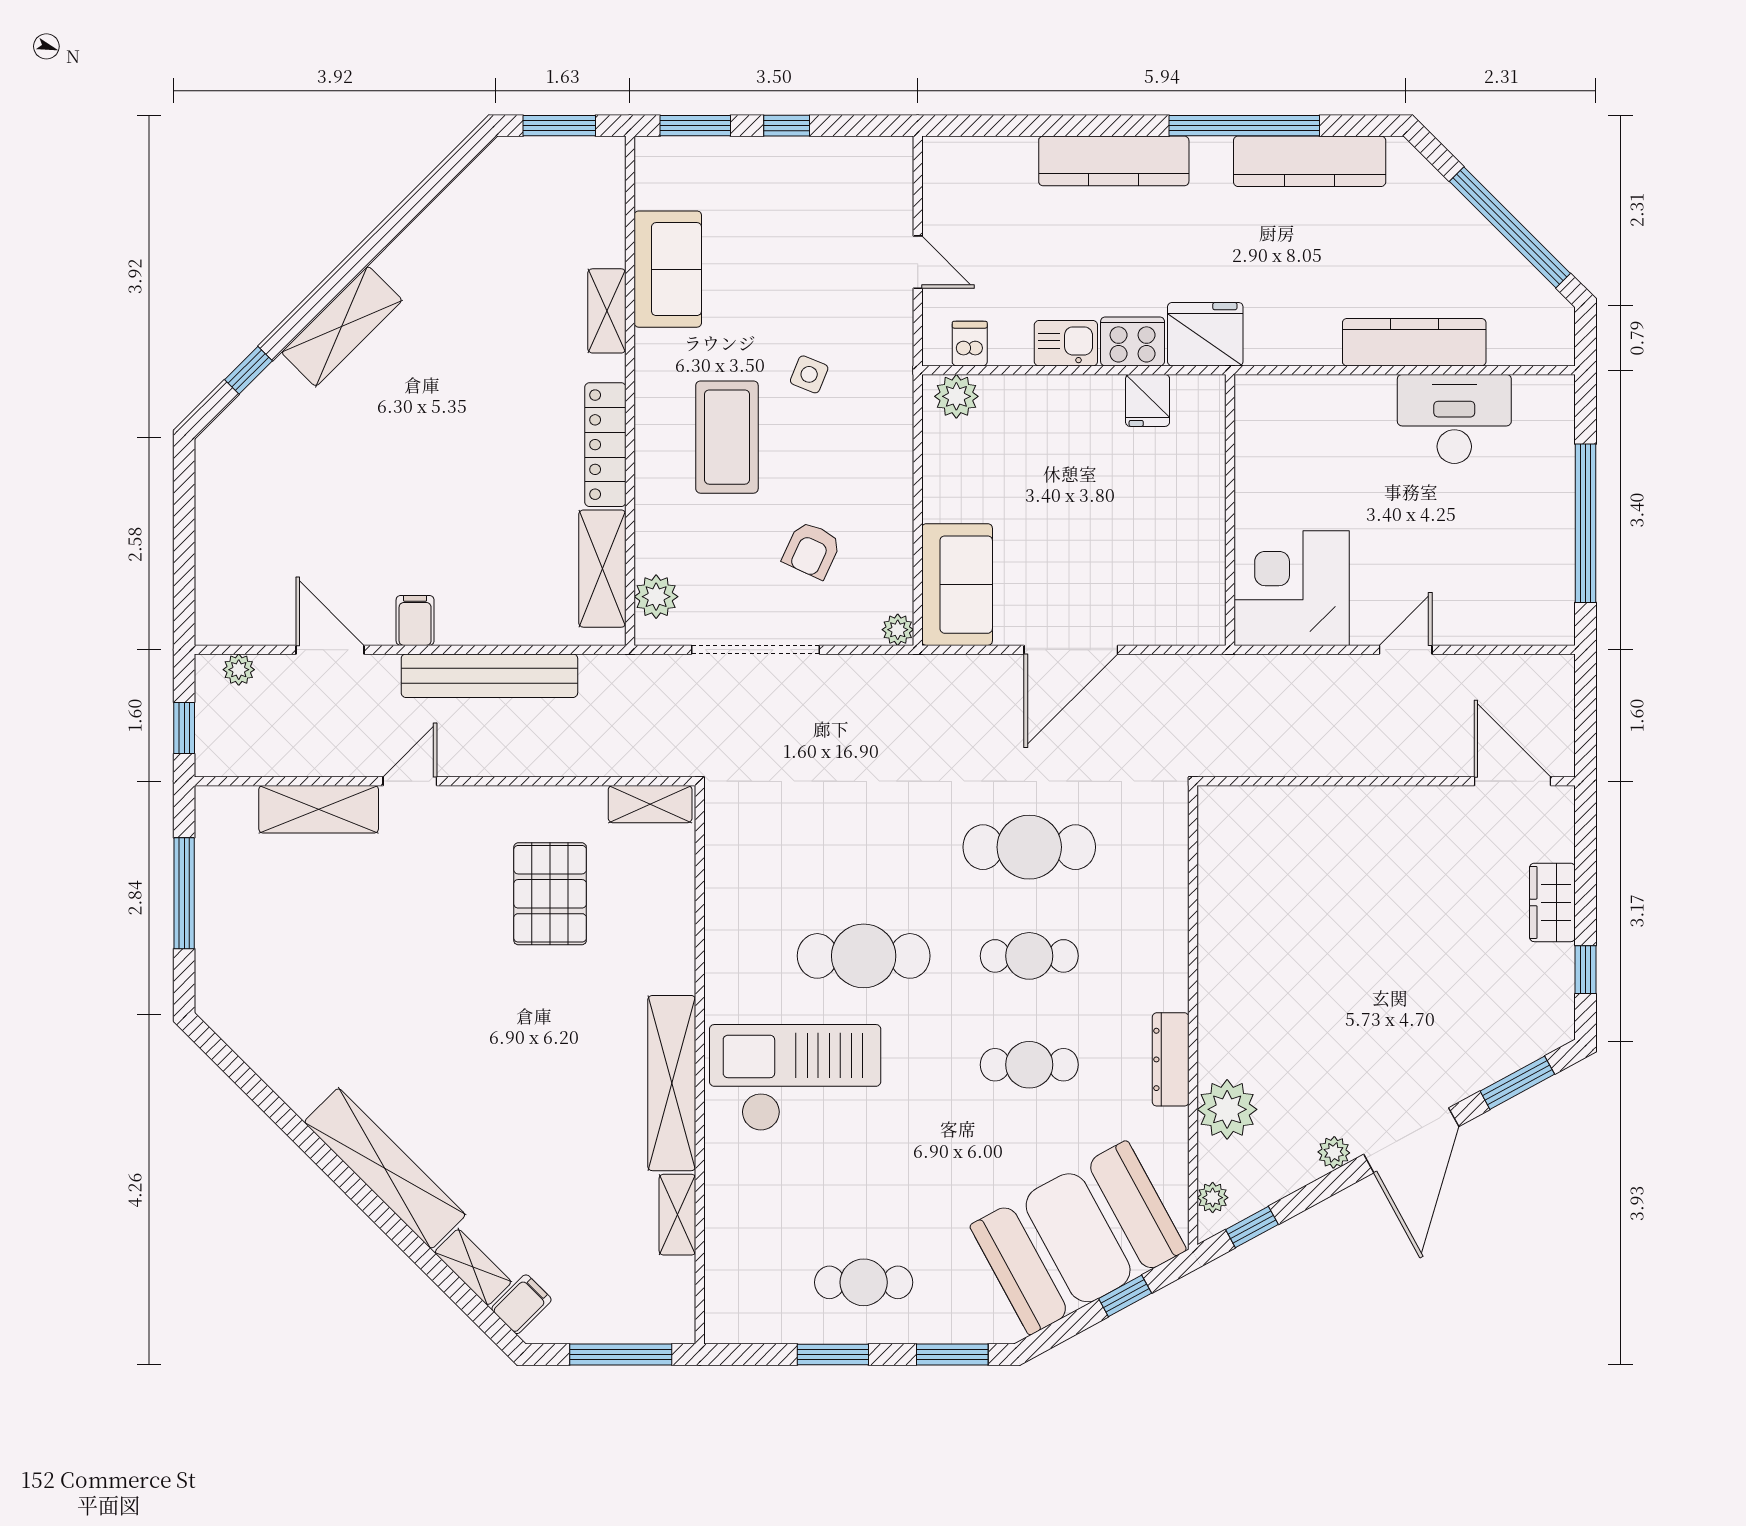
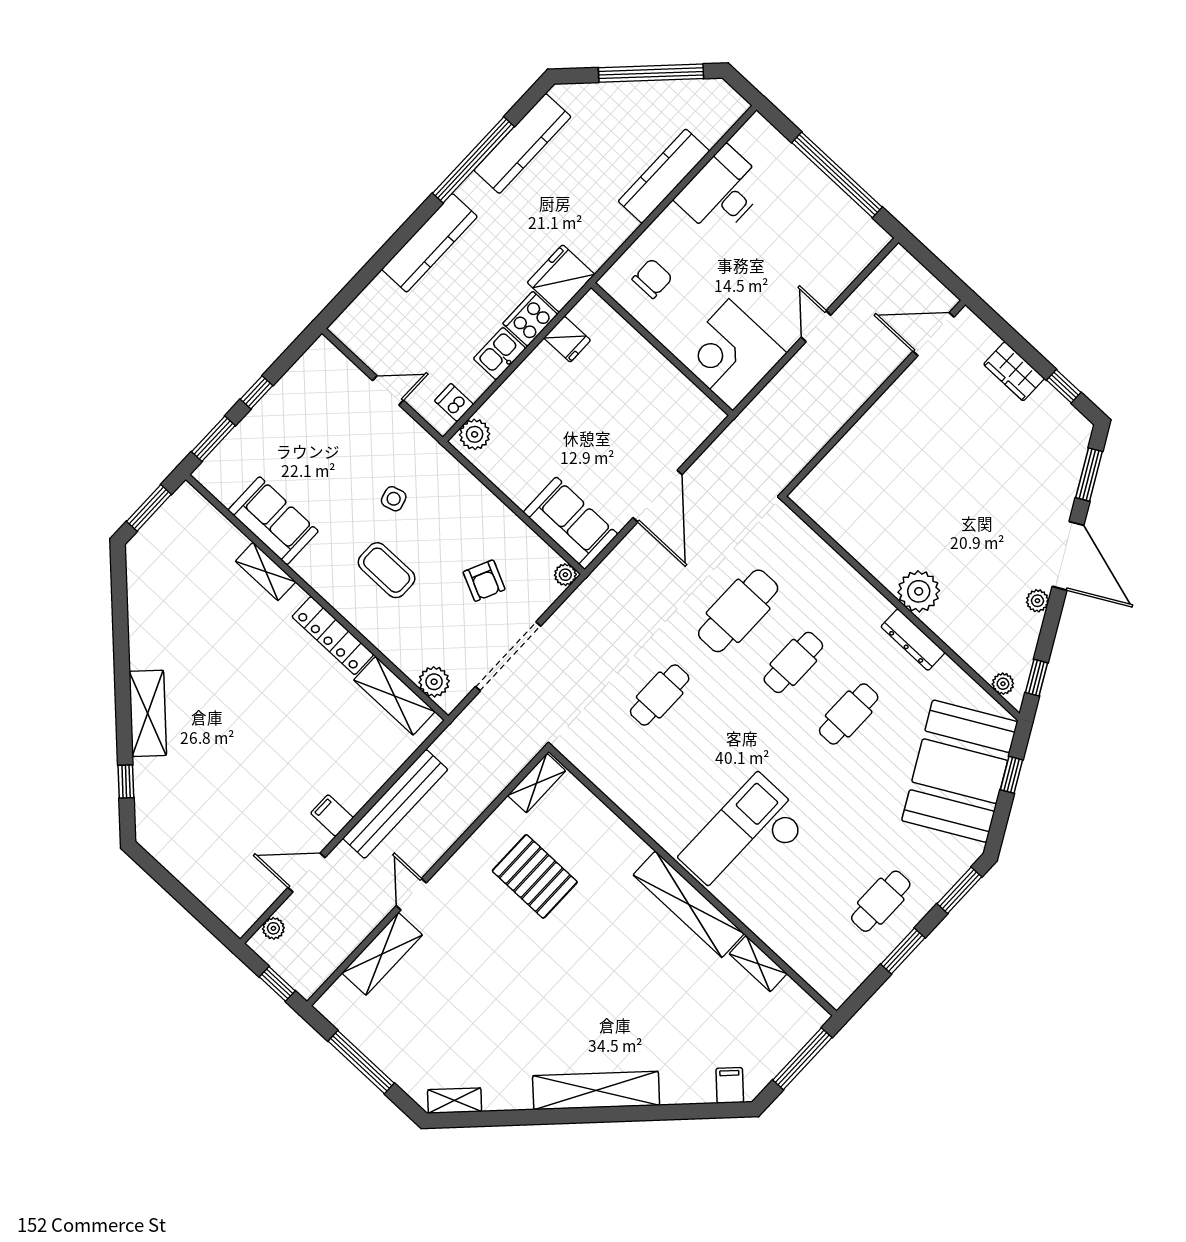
side table: (809, 374) -> (394, 499), turned -38
chair: (1295, 431) -> (652, 279), added
coffee table: (727, 437) -> (387, 570), width x0.73, depth x0.76
cafe table: (864, 956) -> (660, 695), moved, width x0.73, depth x0.74
plant: (1227, 1109) -> (919, 591), moved
shelving: (473, 1267) -> (455, 1101), moved

